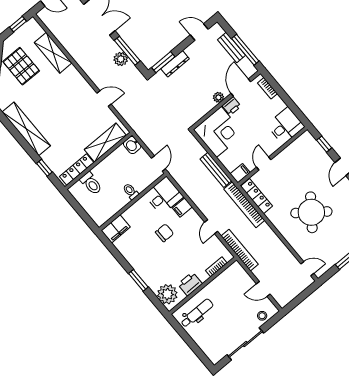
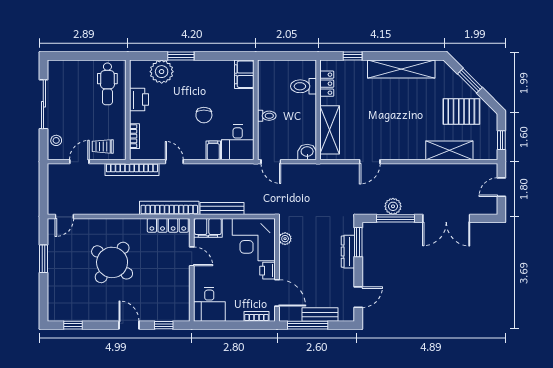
plant: (218, 97) -> (285, 239), moved
locker: (77, 170) -> (327, 84), width x0.66
filing cabinet: (240, 173) -> (208, 228), width x2.00
trolley: (241, 282) -> (103, 146), added
plant: (167, 294) -> (162, 72), moved

